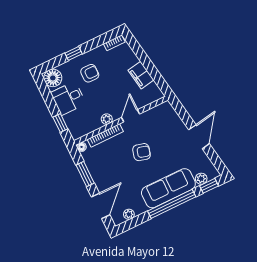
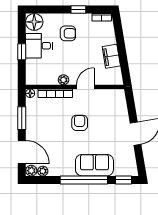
window: (74, 53) -> (78, 10), moved
window: (60, 123) -> (22, 52), moved
armchair: (142, 152) -> (80, 123), turned -105
plant: (201, 179) -> (31, 171), moved
sofa: (168, 188) -> (94, 165), width x0.73
door: (101, 206) -> (22, 152), hinge flipped

